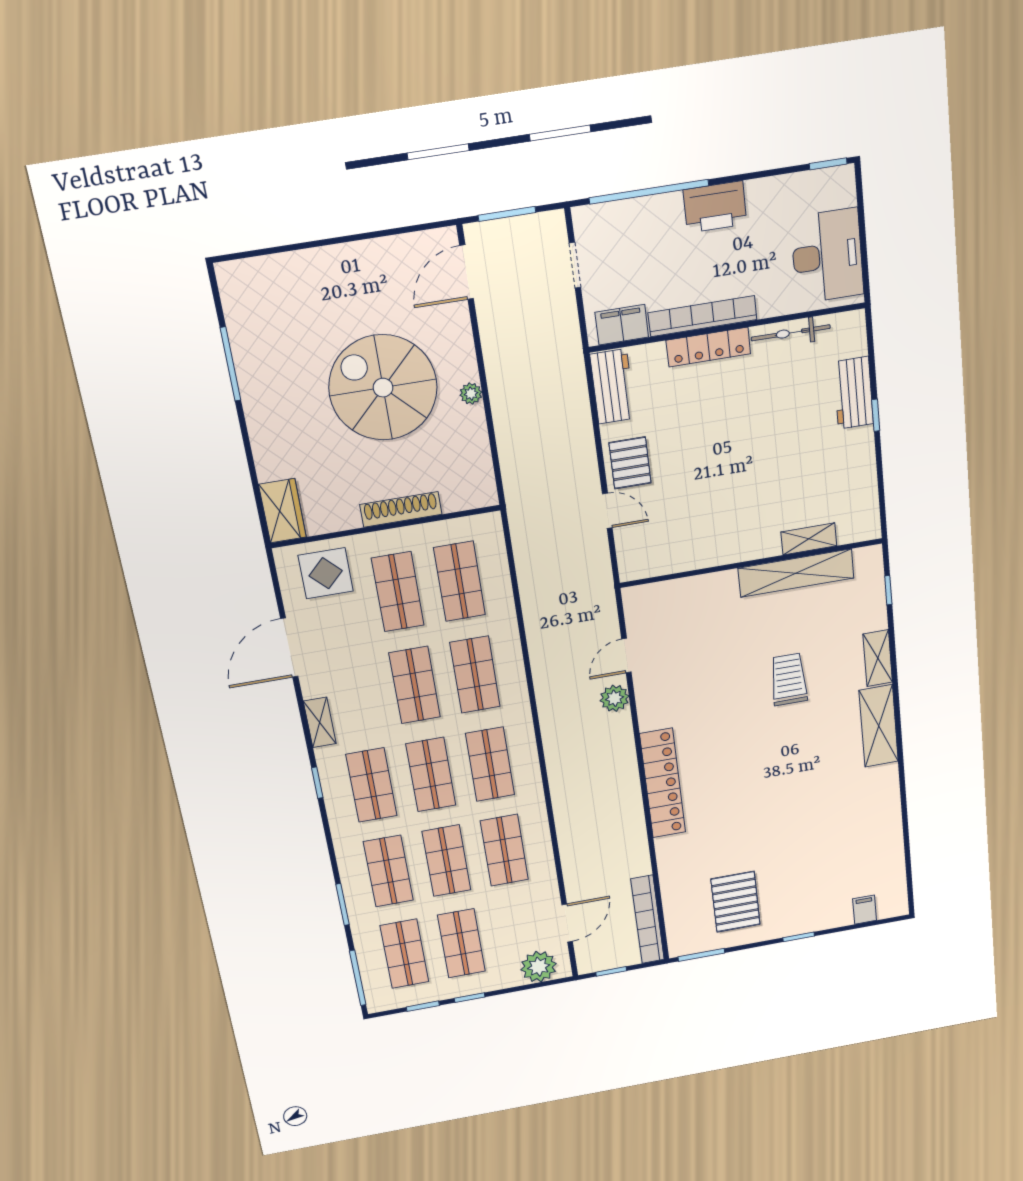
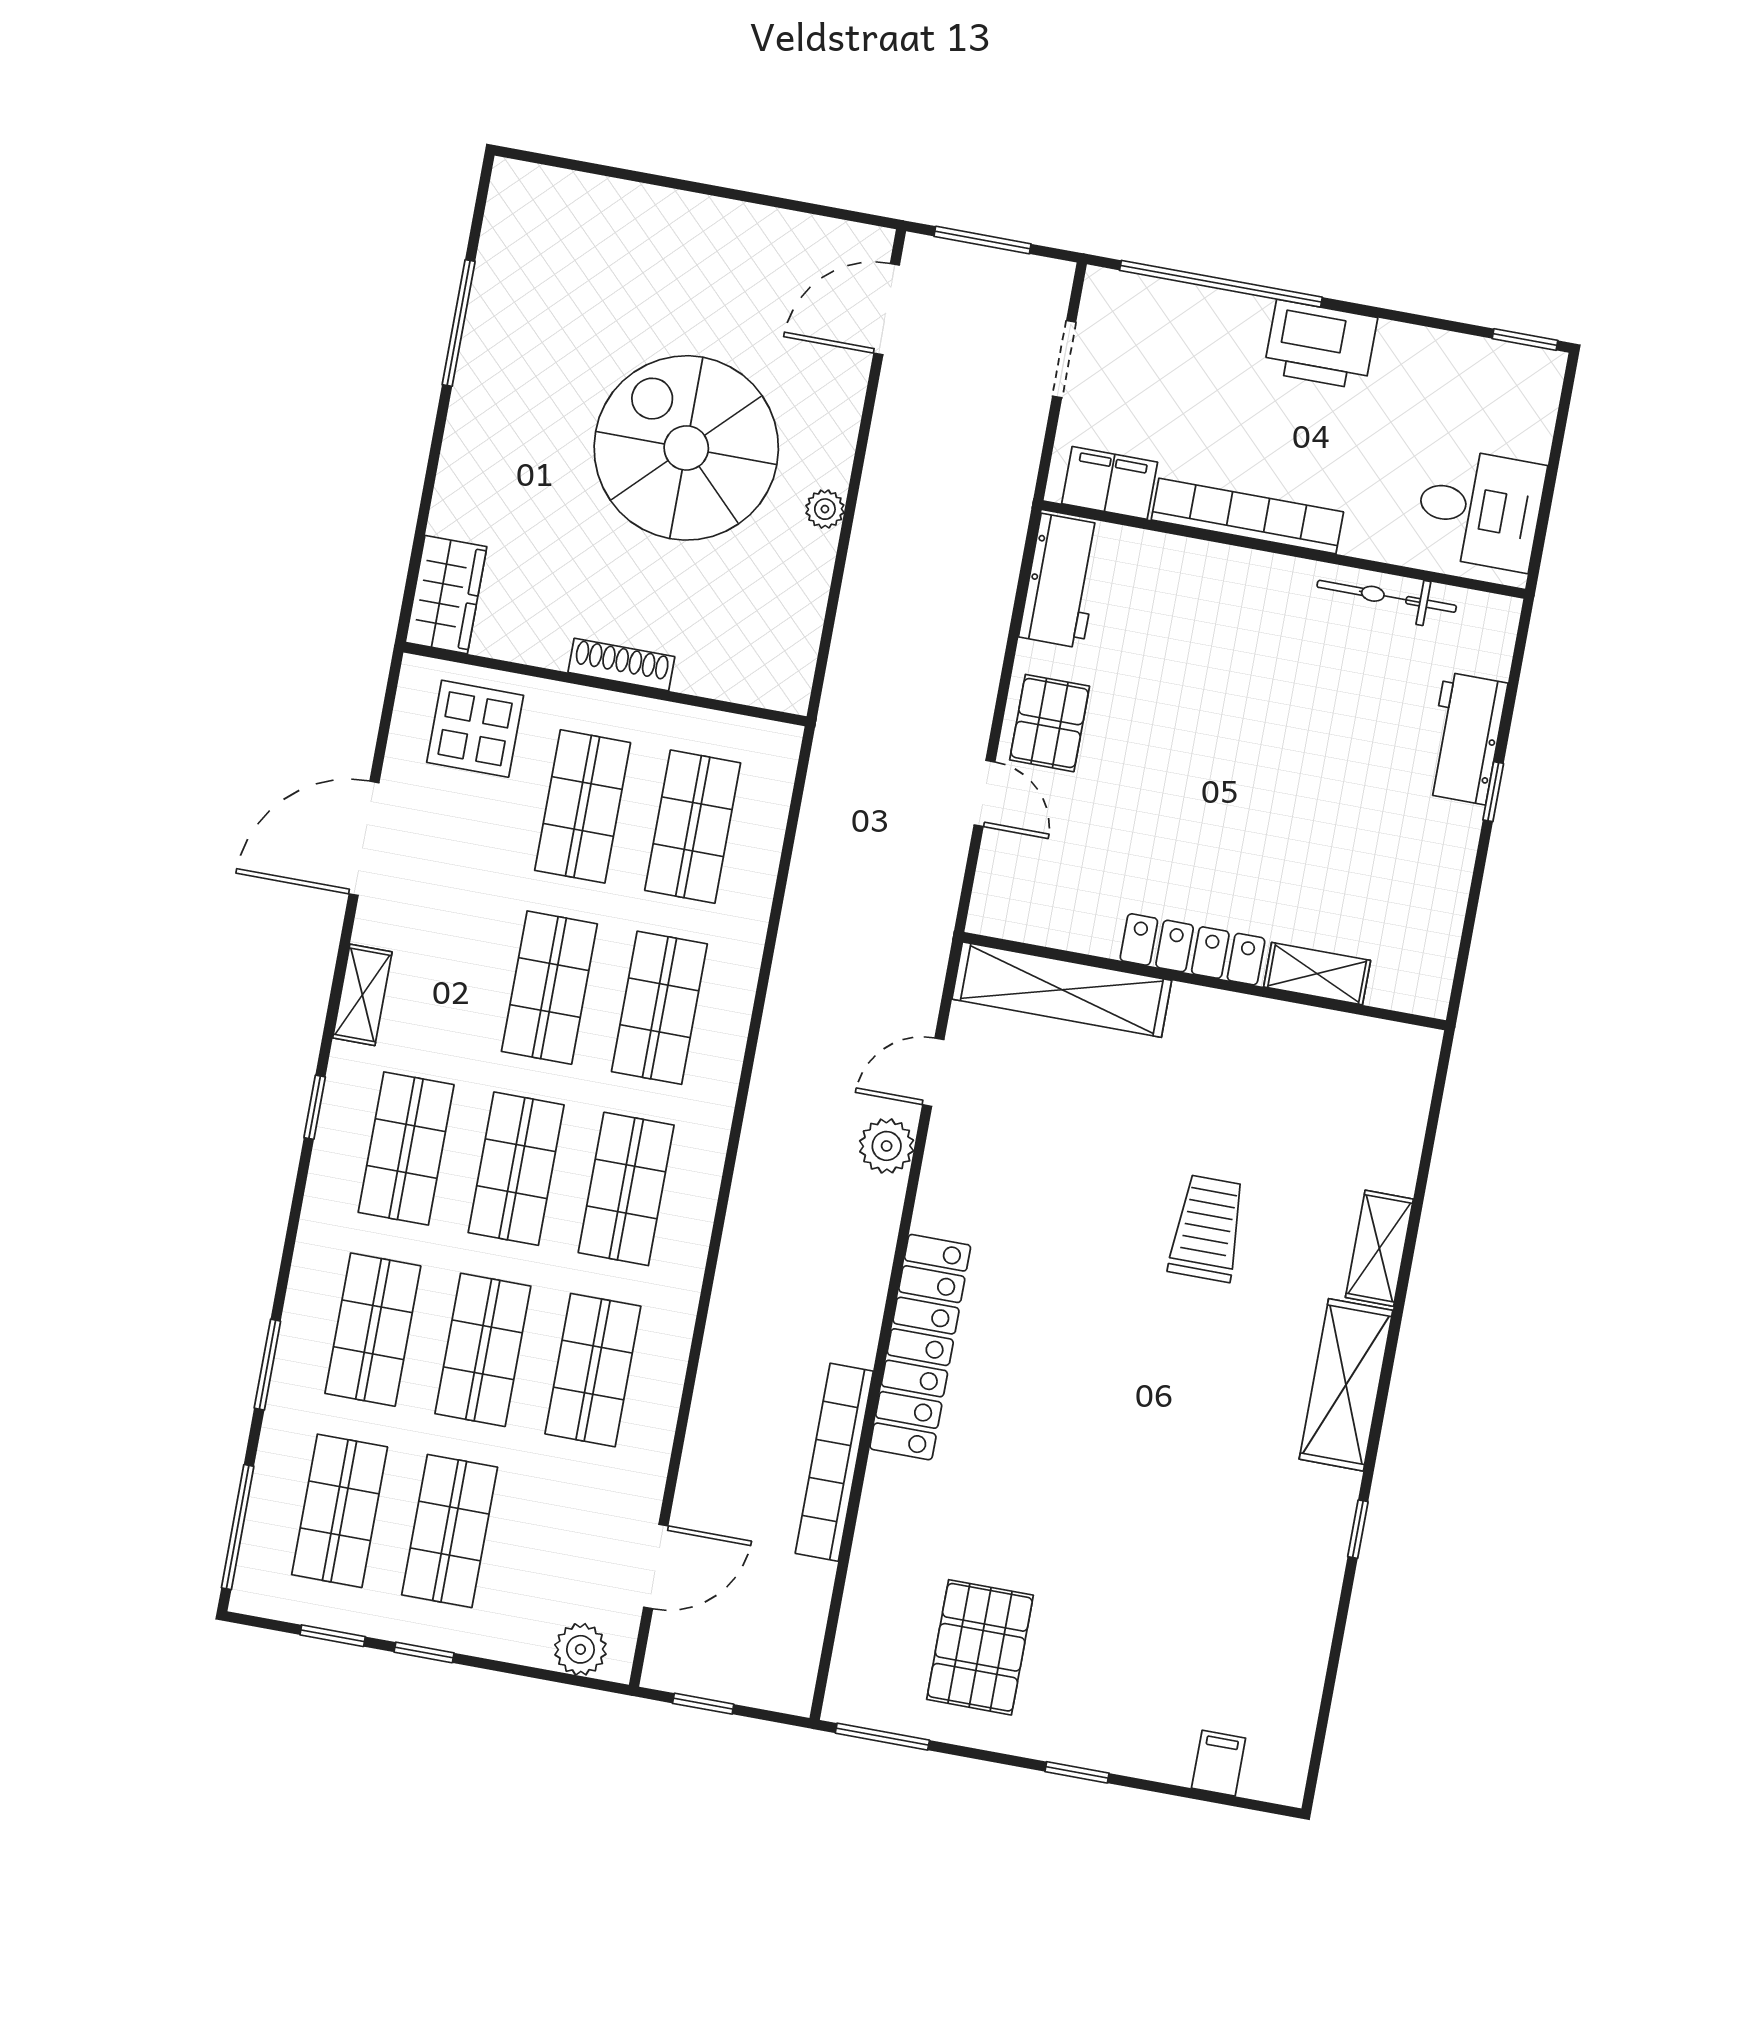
desk: (827, 256) -> (1480, 509), width x0.73
locker: (708, 347) -> (1192, 949), moved, turned 180
shoe rack: (401, 509) -> (621, 664), width x0.74, depth x0.81
shelving: (796, 573) -> (1062, 990), moved
window: (888, 590) -> (1358, 1529), moved
bookcase: (647, 919) -> (834, 1462), moved
plant: (539, 967) -> (580, 1649), width x0.73, depth x0.73

